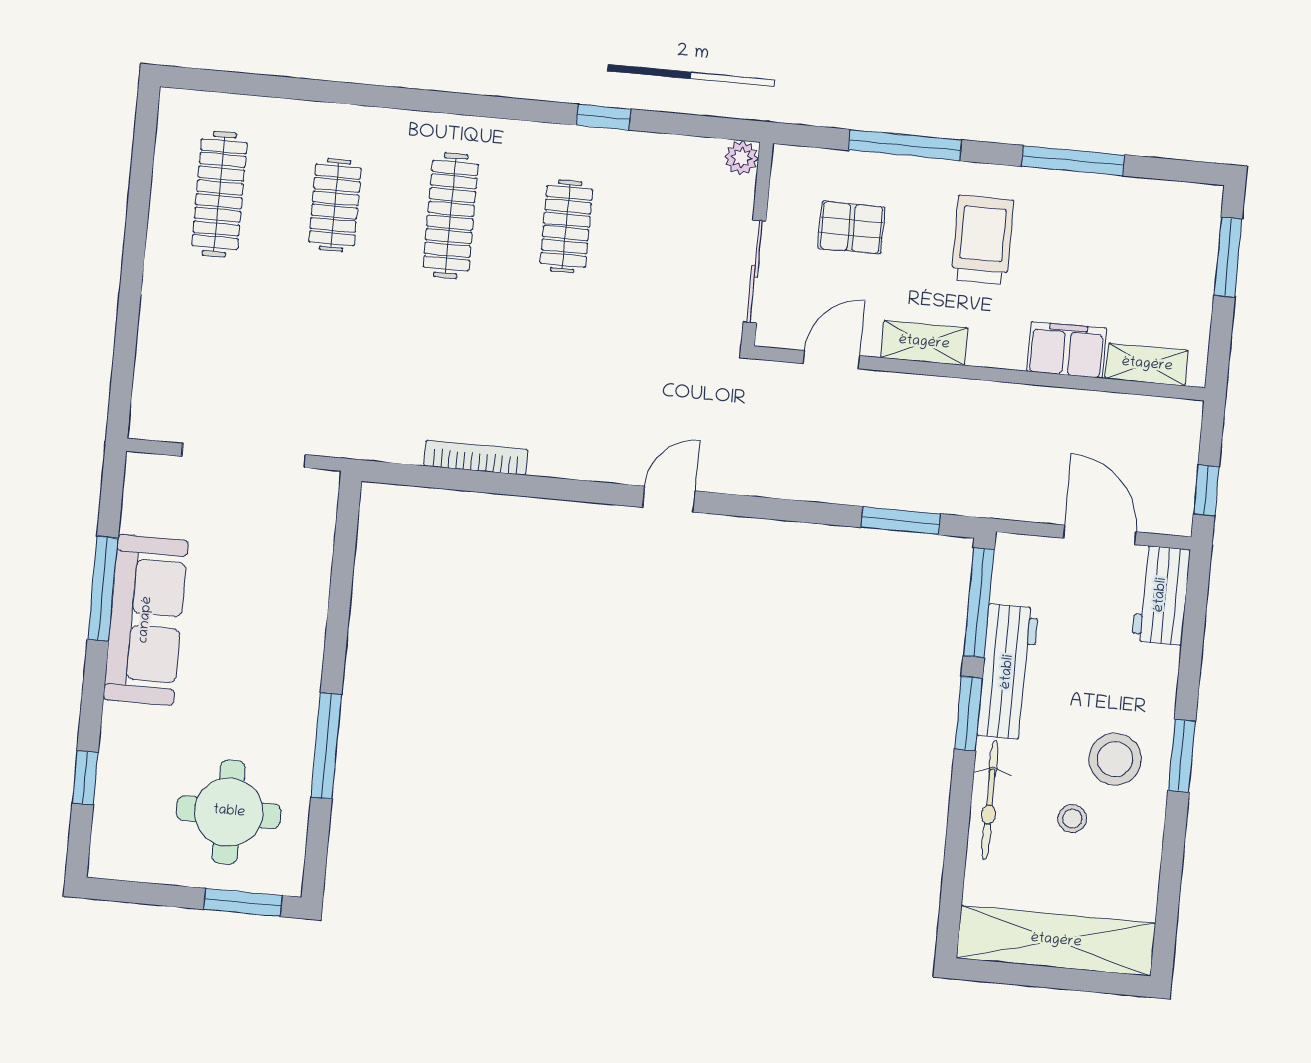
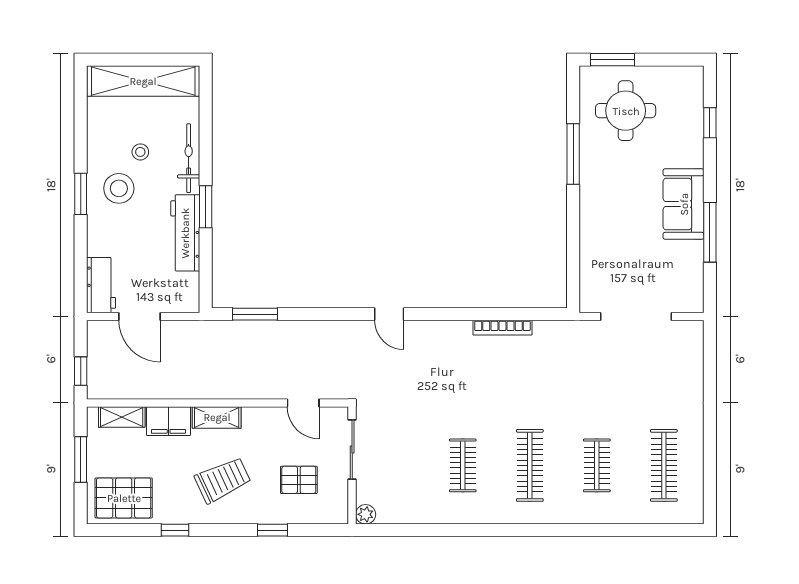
window: (604, 117) -> (447, 530), removed
window: (905, 145) -> (272, 530), width x0.46
window: (1073, 161) -> (175, 530), width x0.46
pallet: (1156, 225) -> (124, 498), added
trolley: (983, 240) -> (223, 480), turned -115
window: (1228, 257) -> (81, 459), moved
shelving: (924, 343) -> (217, 417), moved
door: (832, 360) -> (303, 403), hinge flipped
window: (1206, 490) -> (81, 371), moved
door: (669, 499) -> (389, 314), hinge flipped
window: (979, 603) -> (206, 271), removed
sofa: (146, 620) -> (684, 204), width x0.73

